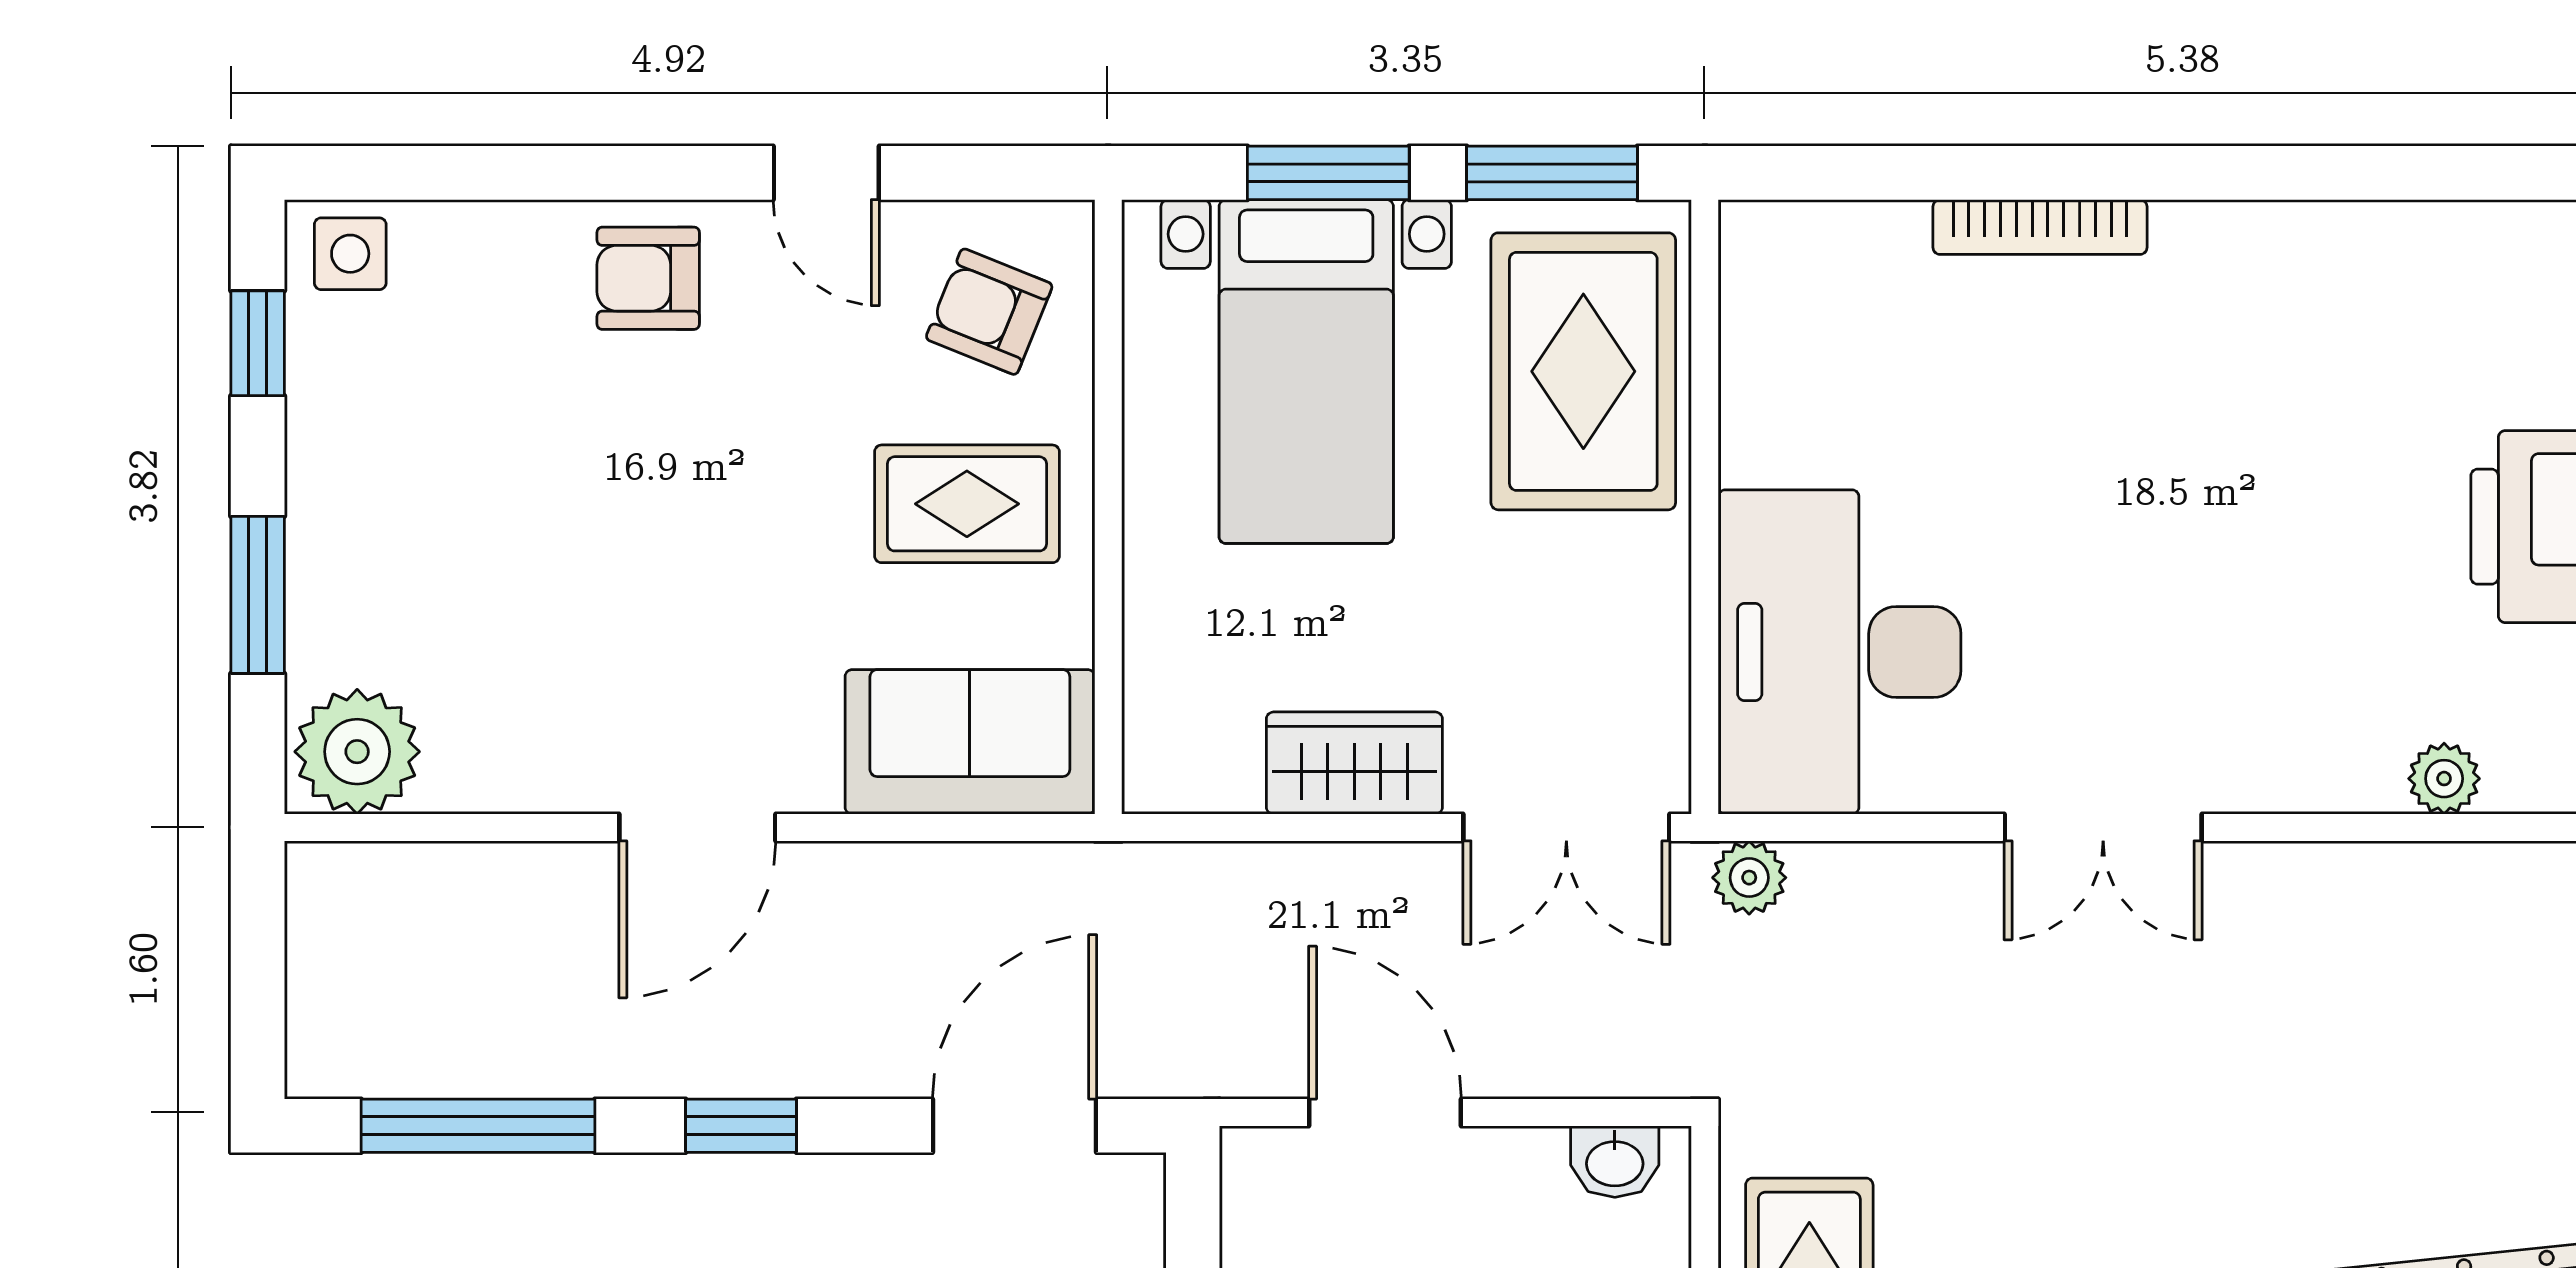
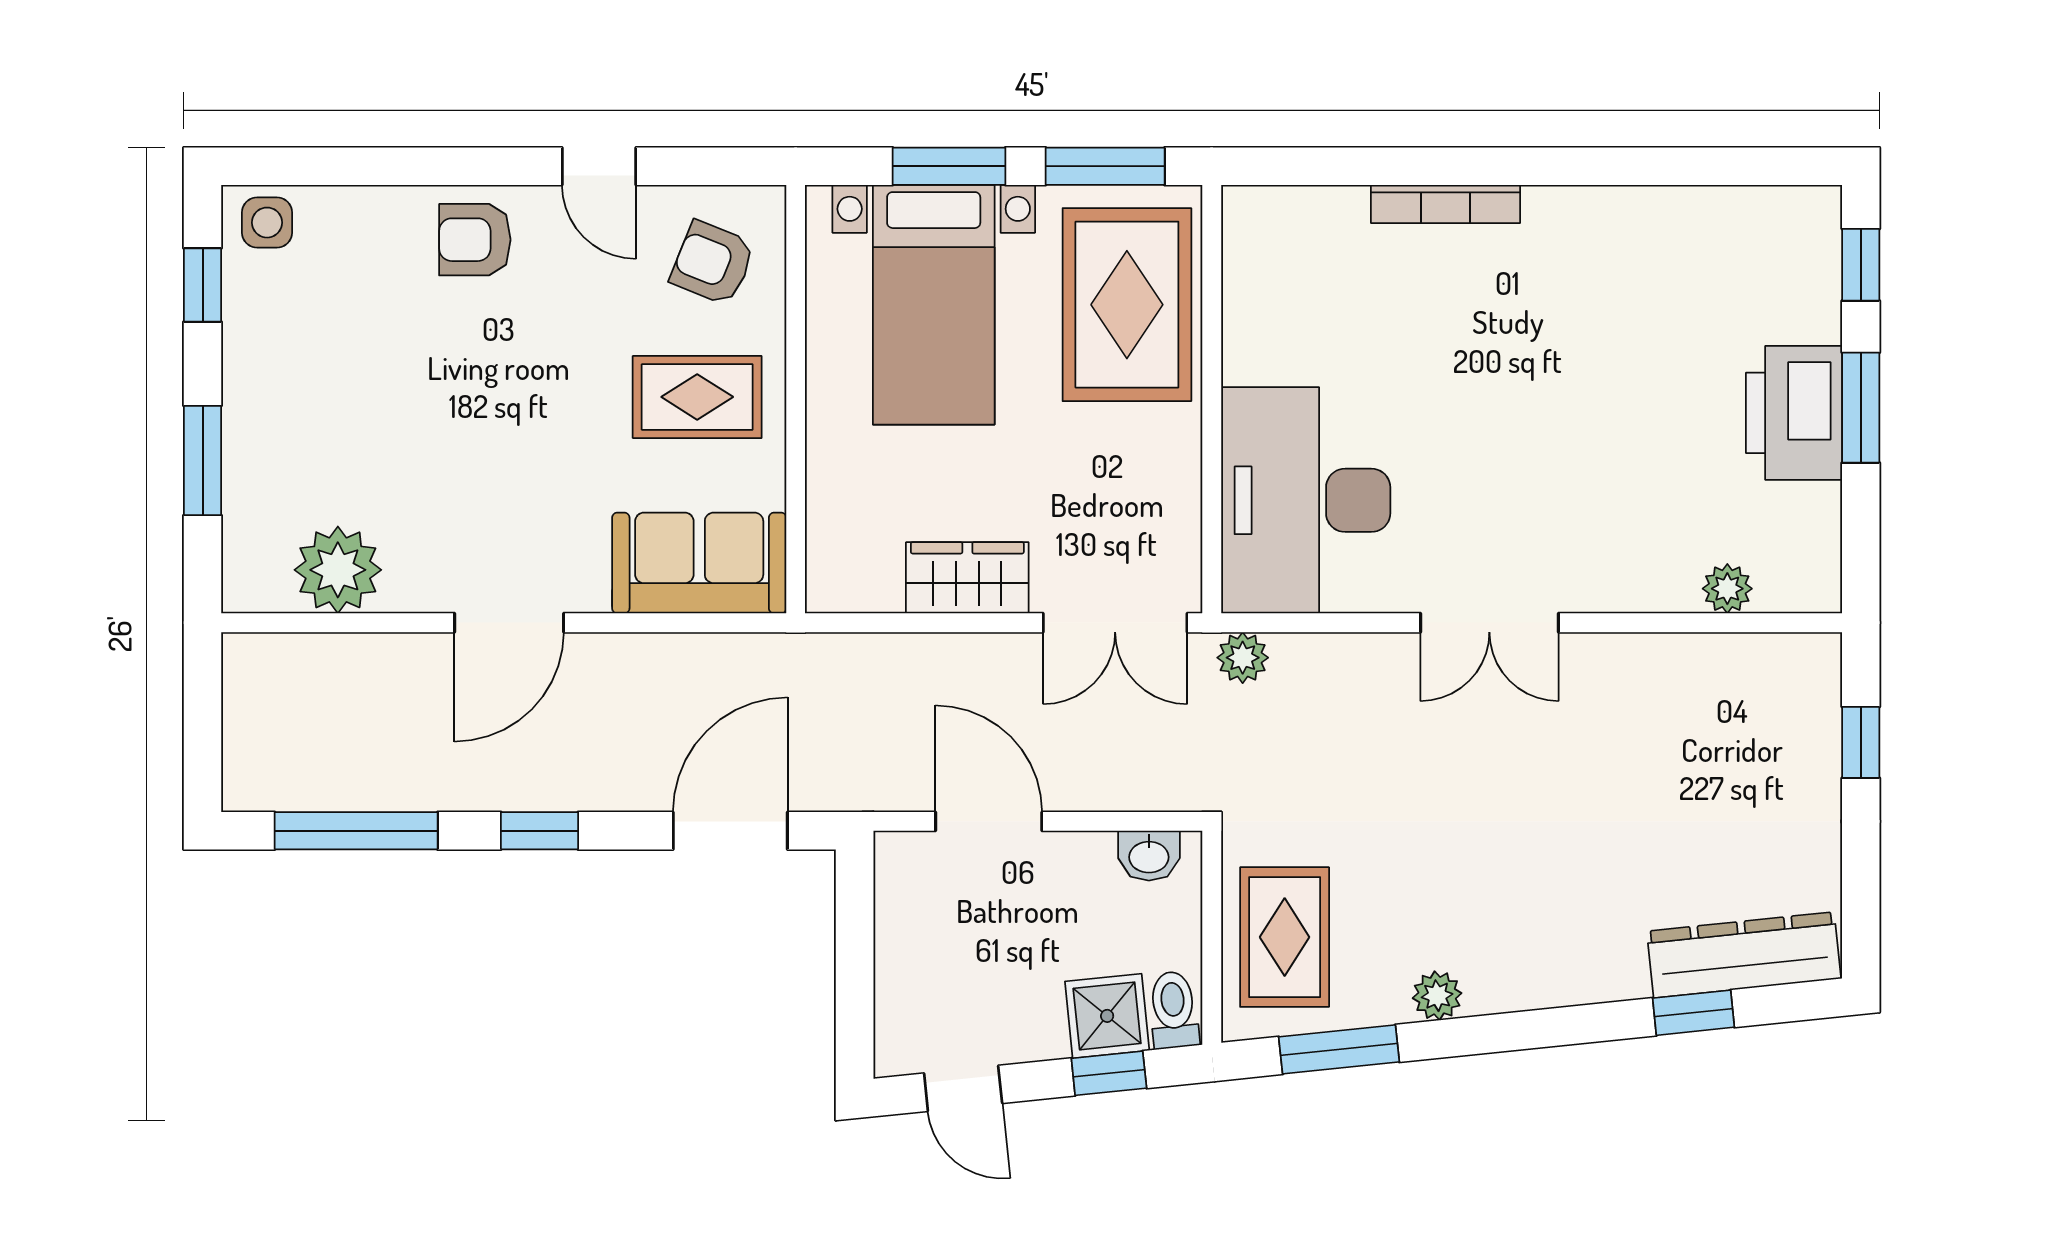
plant: (357, 752) -> (338, 570), moved

